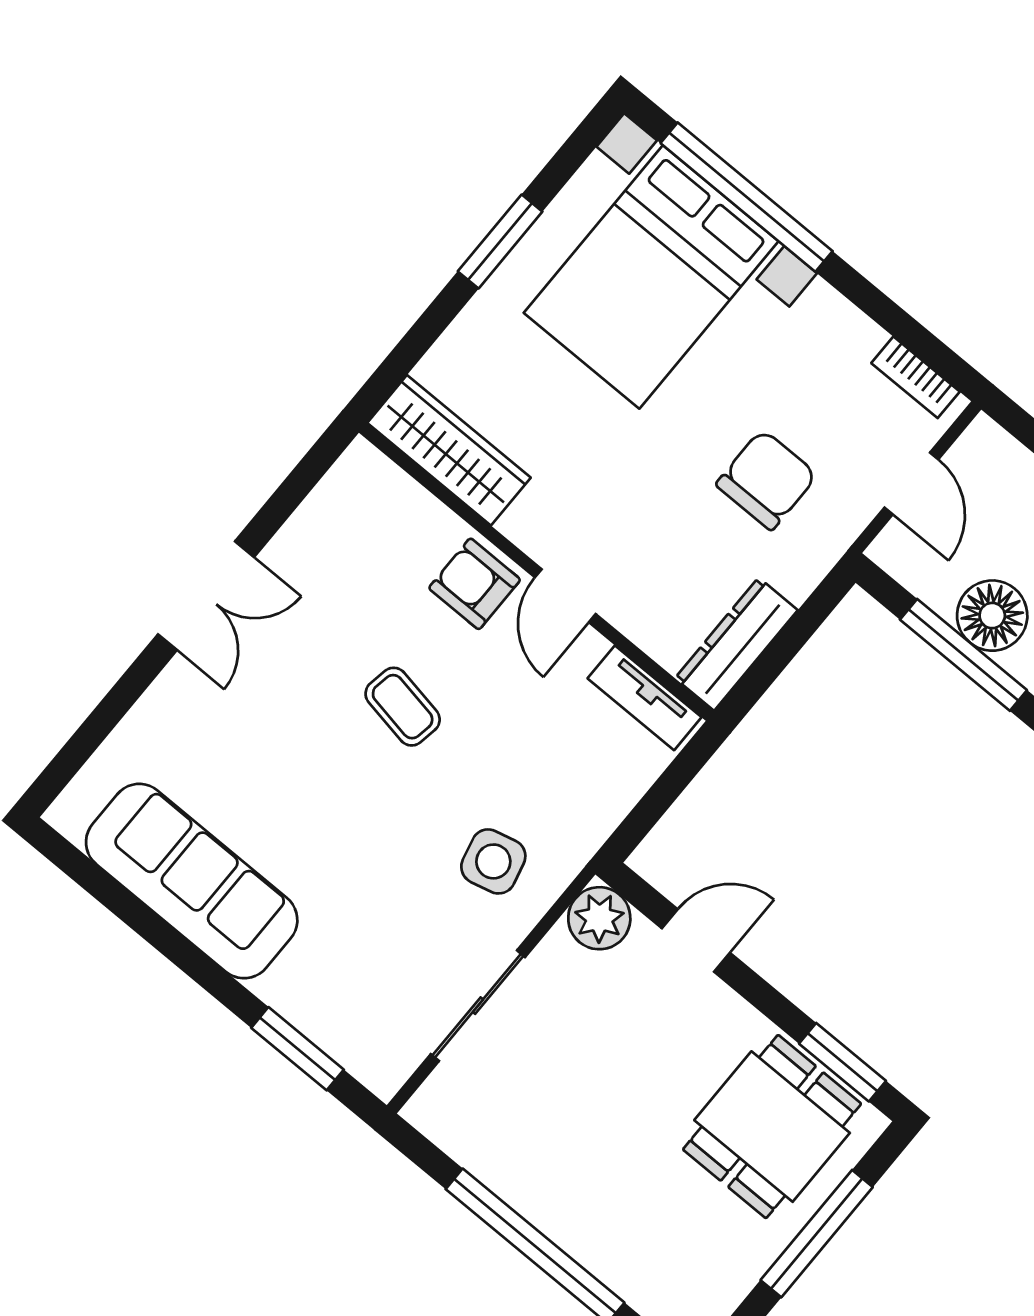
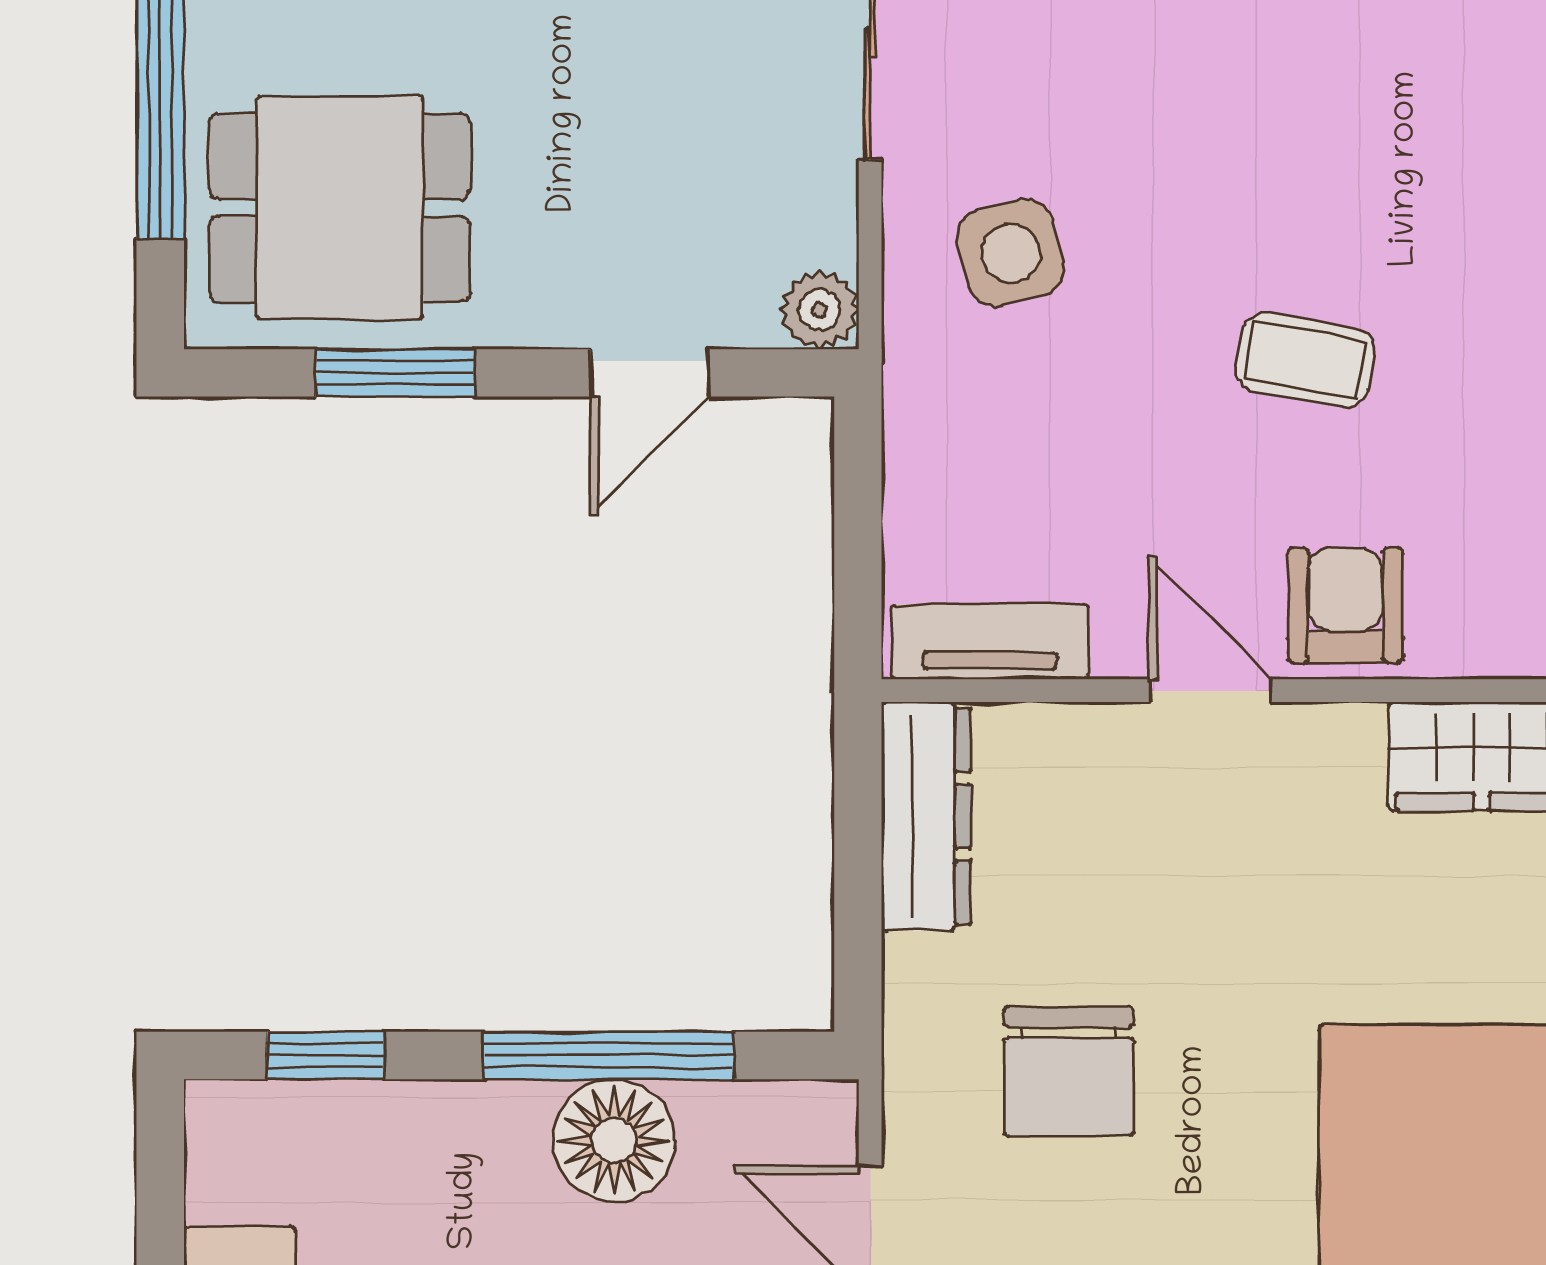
armchair: (475, 584) -> (1345, 605), turned -90
plant: (599, 918) -> (819, 310), width x0.73, depth x0.73
window: (843, 1062) -> (395, 373), moved
dining table: (772, 1127) -> (340, 208), turned 90

